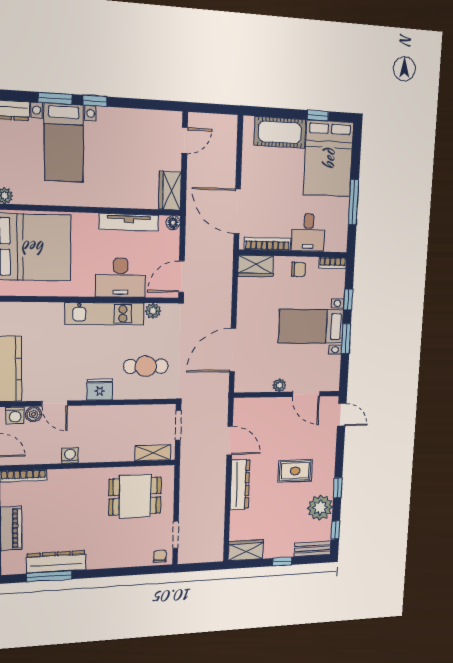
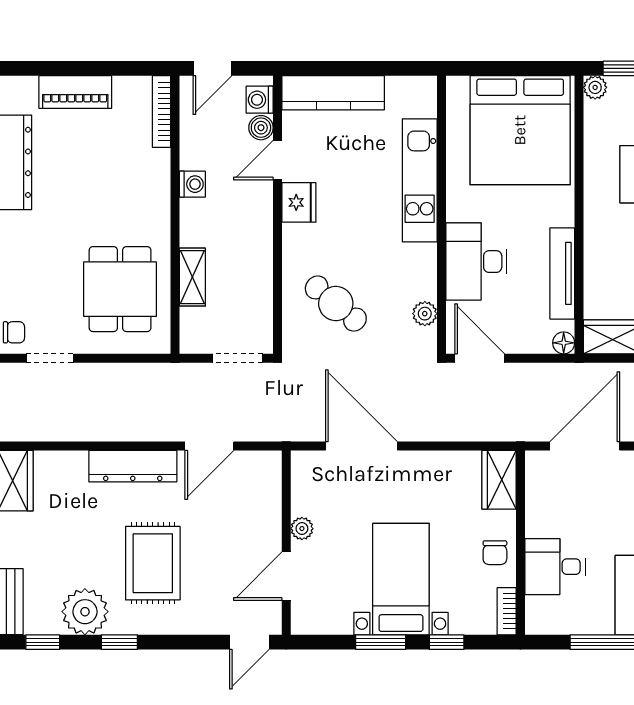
bookcase: (267, 244) -> (535, 498), removed
kitchen unit: (105, 314) -> (420, 180), moved
cafe table: (146, 366) -> (336, 304), turned -50
fridge: (100, 389) -> (299, 202), moved
shelving: (153, 453) -> (192, 277), moved
rug: (295, 471) -> (153, 563), width x1.36, depth x1.43

